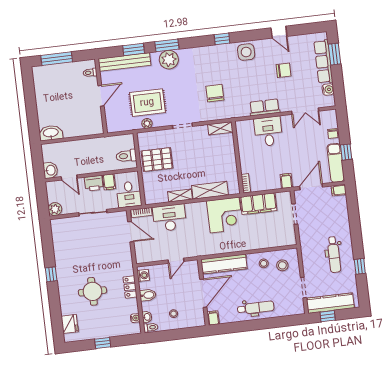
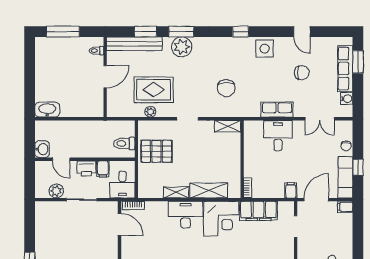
chair: (215, 93) -> (226, 88), turned 180
plant: (55, 209) -> (56, 191), moved
desk: (170, 218) -> (186, 215), moved

